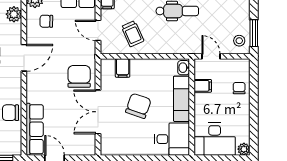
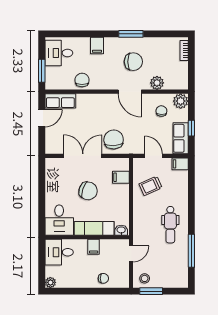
plant: (14, 14) -> (157, 83), moved
door: (98, 30) -> (153, 156), hinge flipped
chair: (79, 76) -> (114, 140), turned -93
filing cabinet: (203, 86) -> (94, 247), moved
row of seats: (35, 129) -> (60, 101), width x0.68
desk: (215, 139) -> (59, 252), width x0.73

